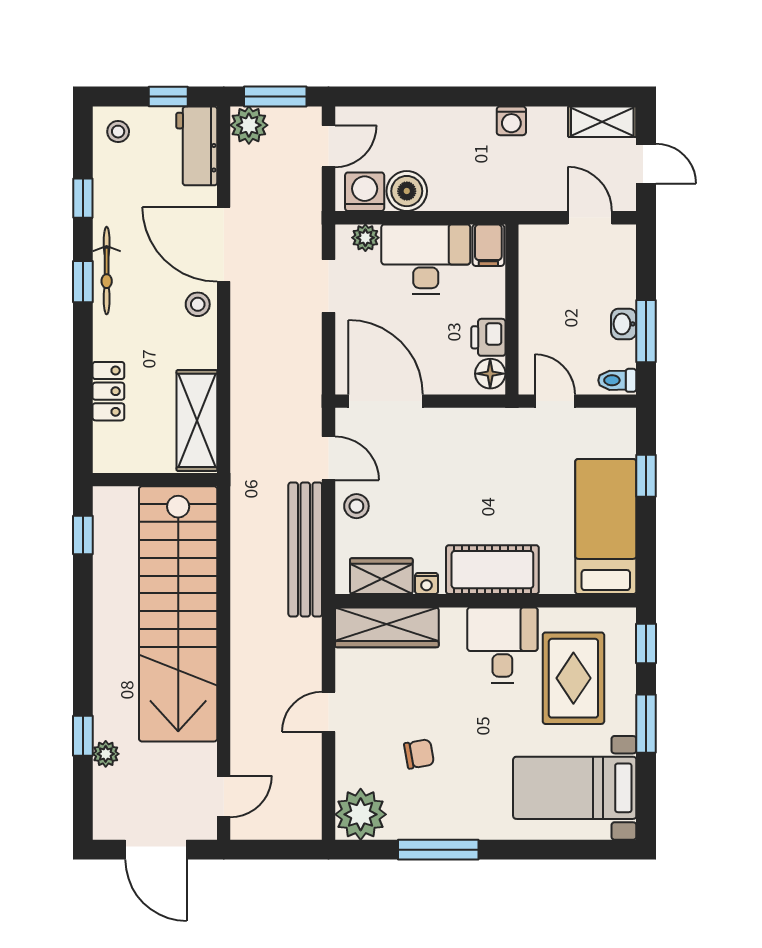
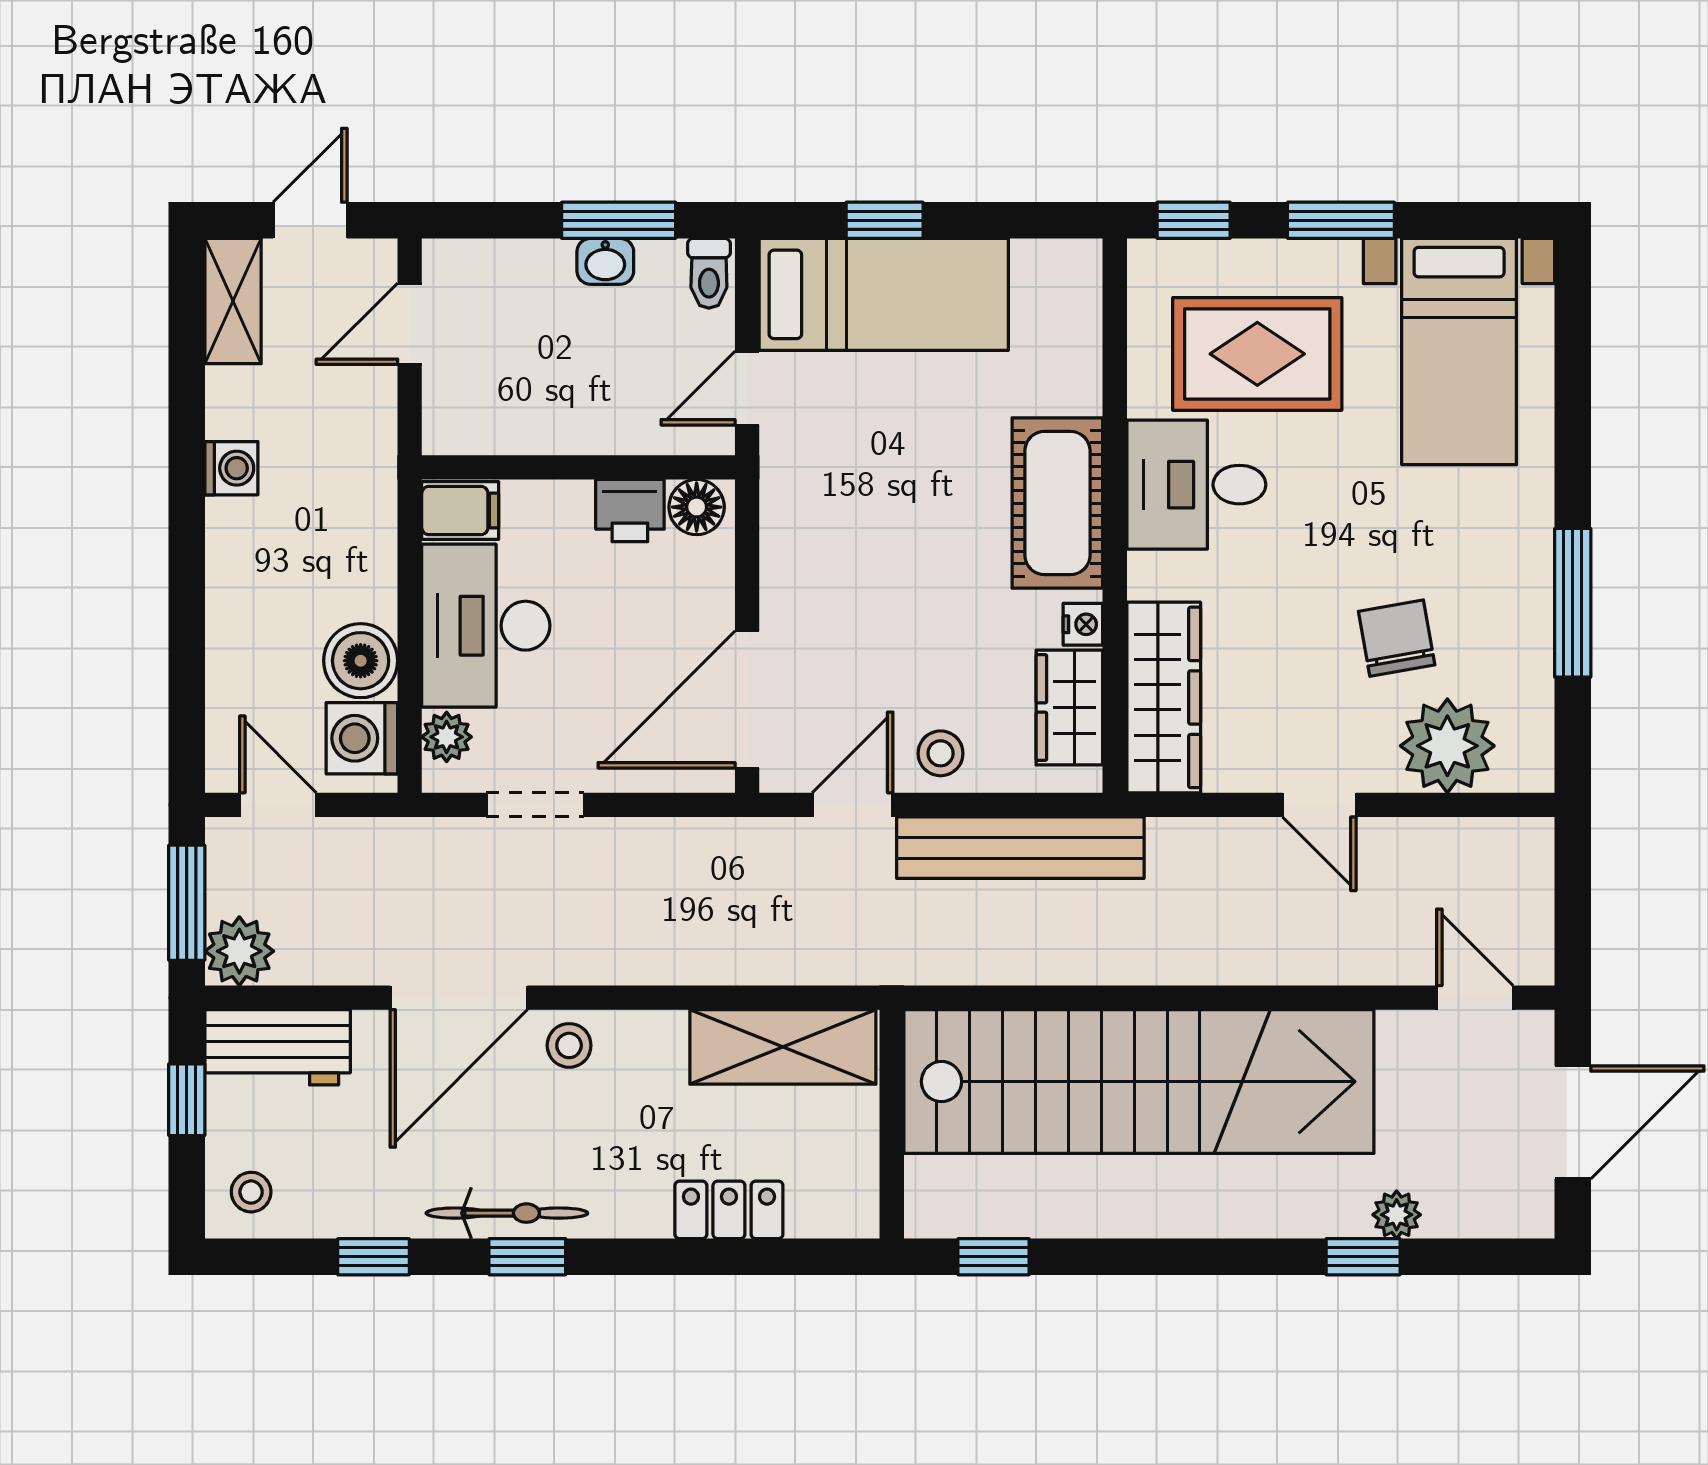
bed: (606, 527) -> (884, 294), moved, turned 180
chair: (419, 754) -> (1397, 638), width x1.37, depth x1.37
plant: (361, 814) -> (1447, 746), moved

